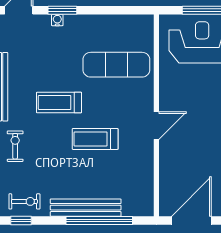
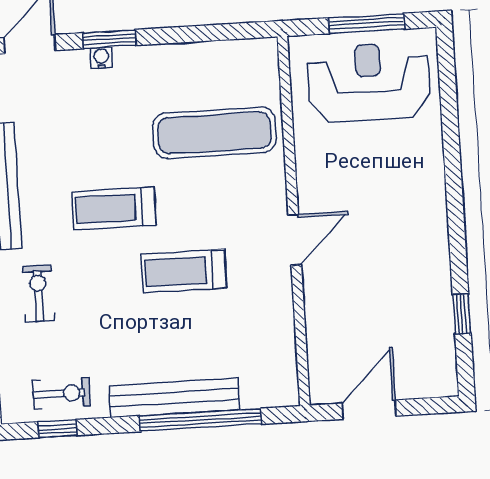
door: (191, 221) -> (369, 410), width x0.73

